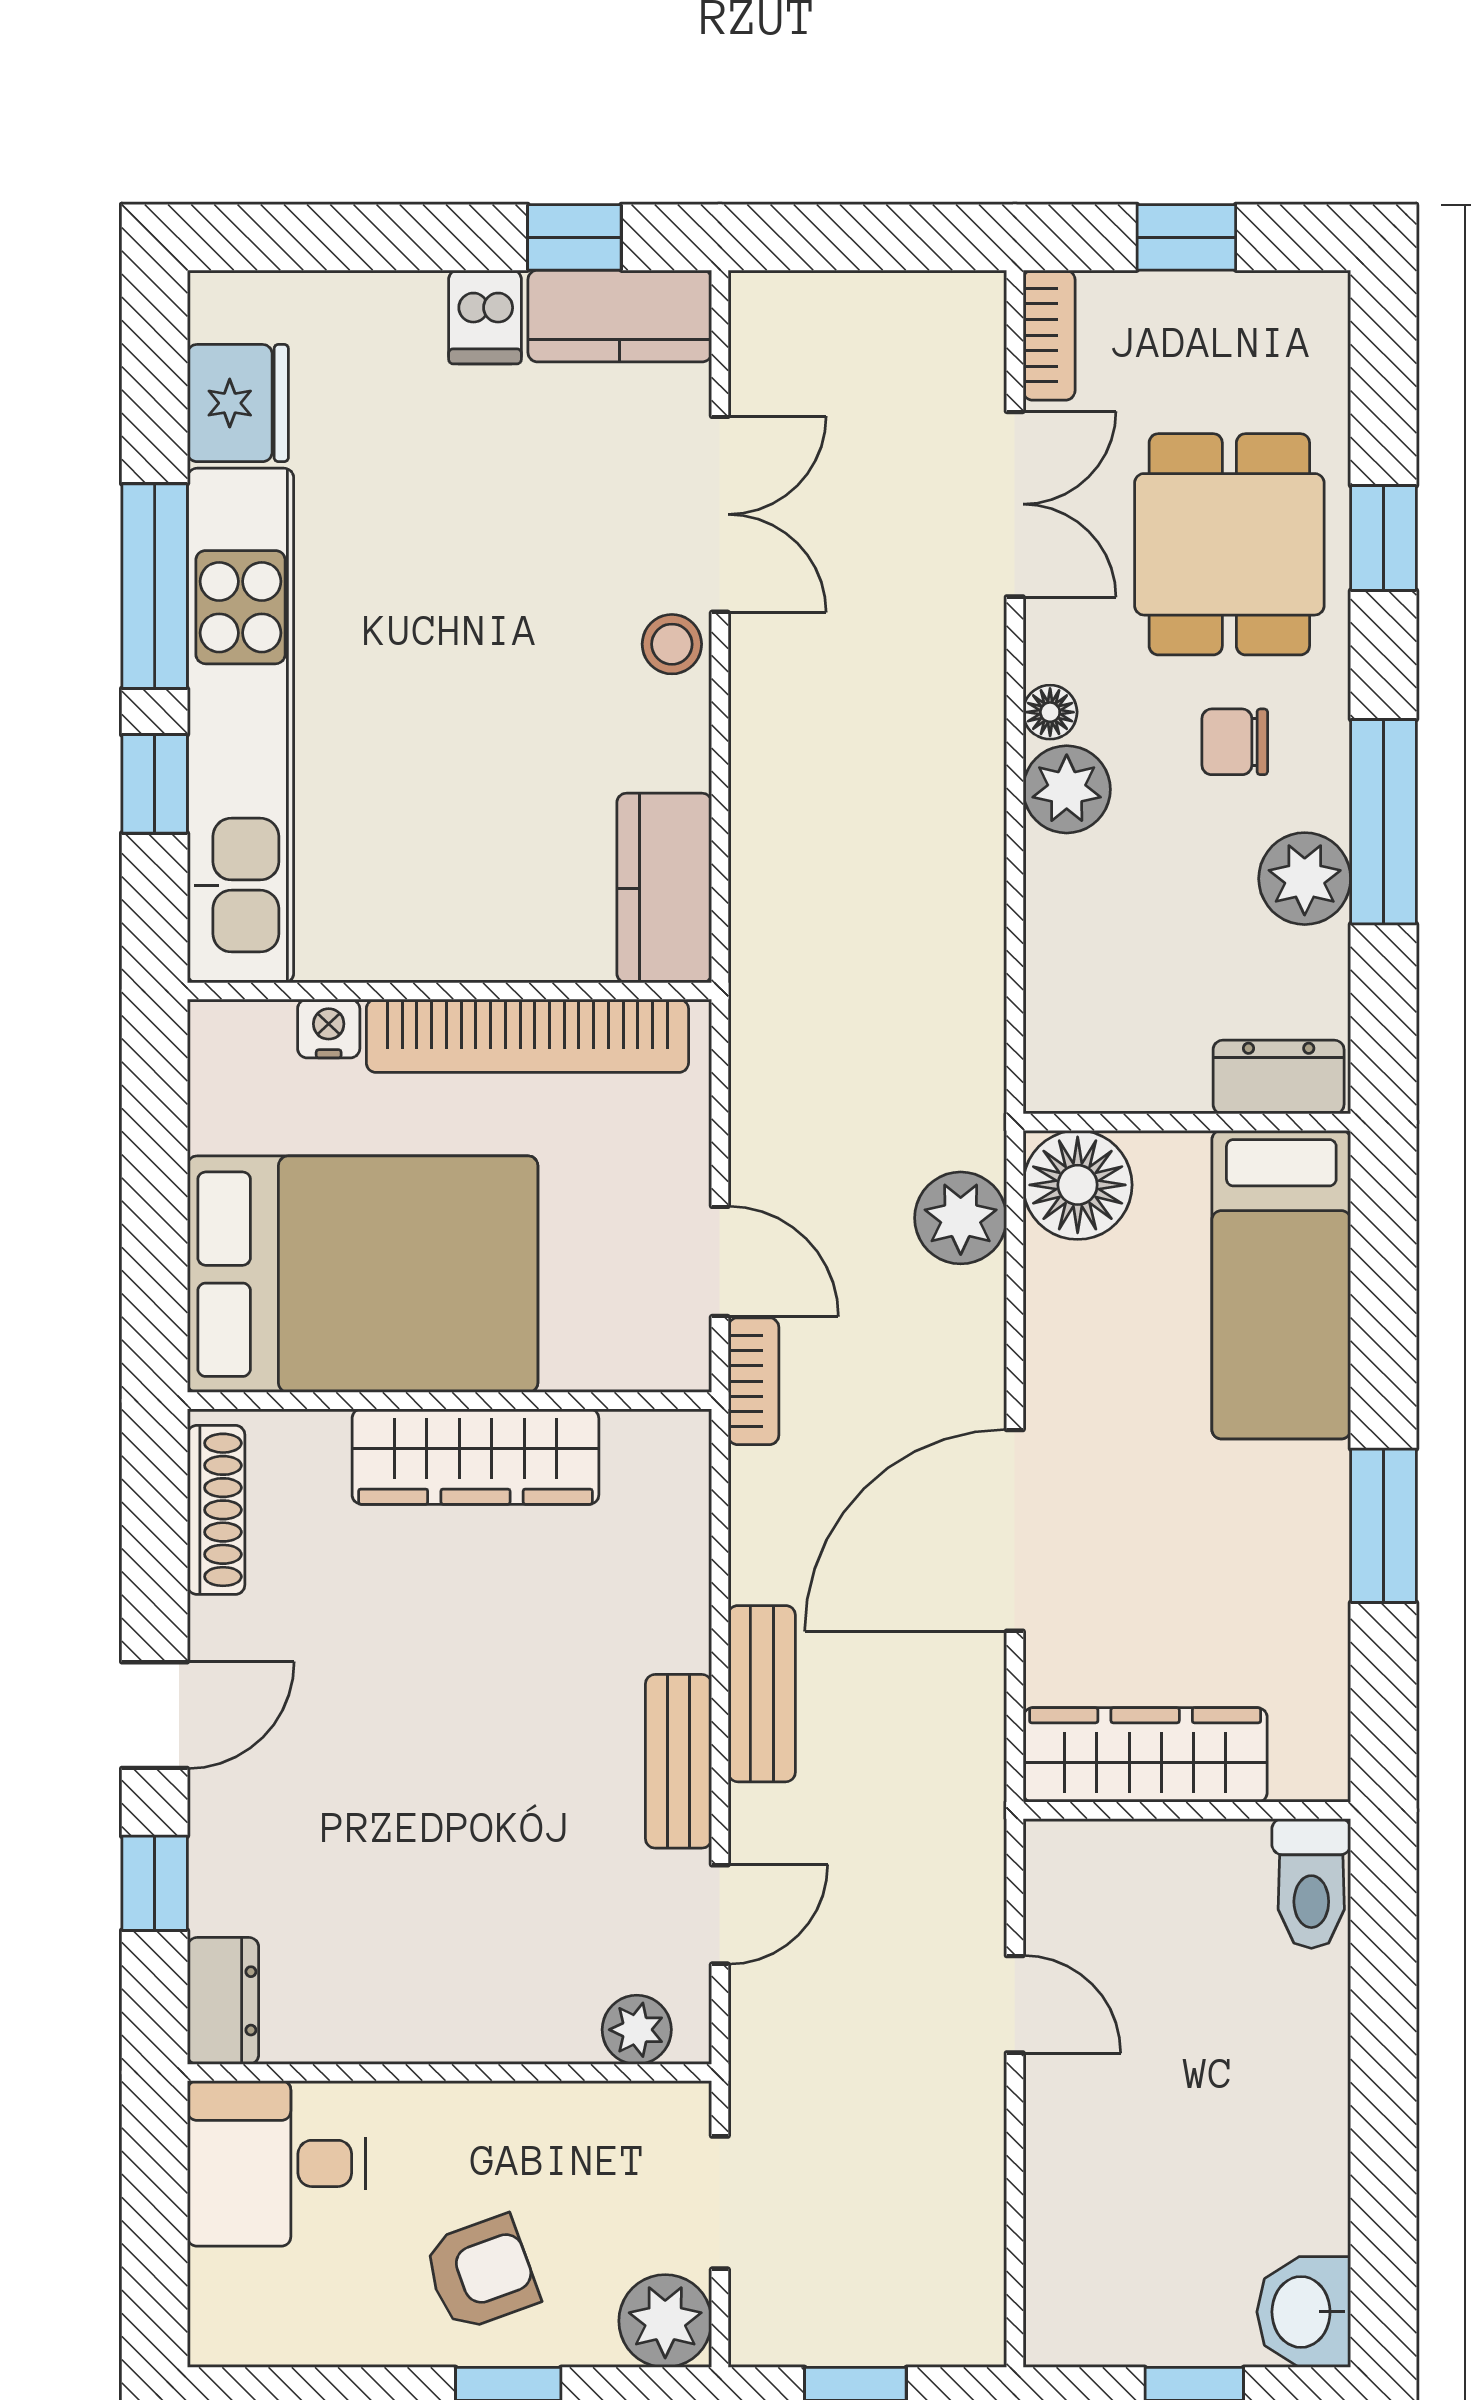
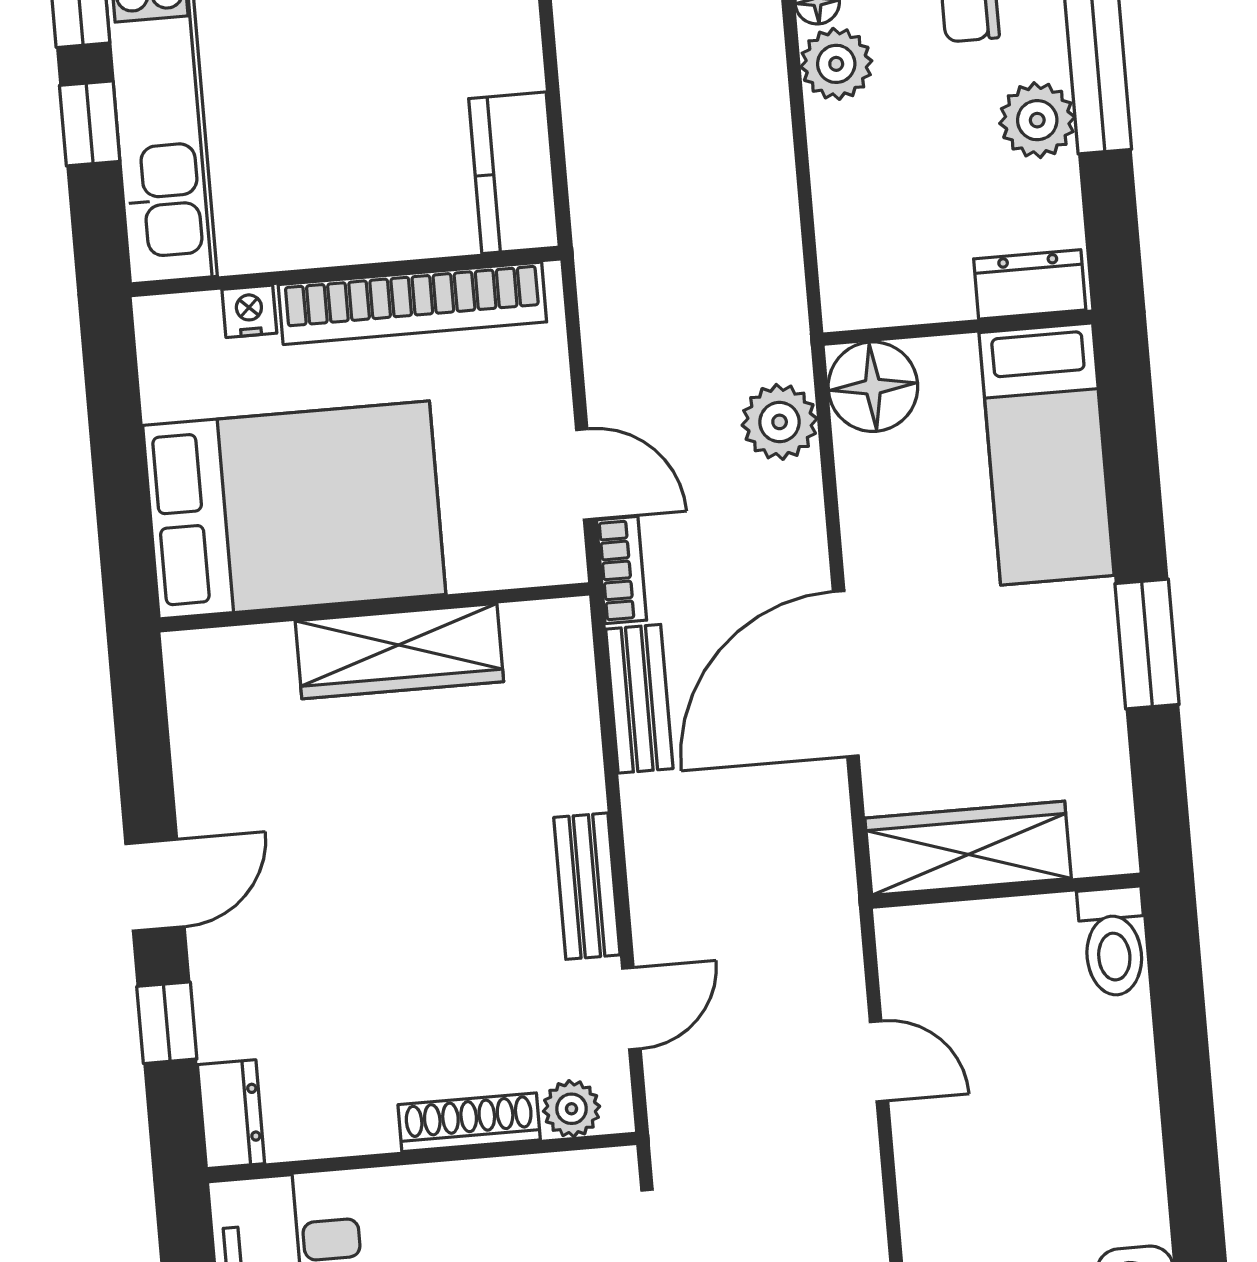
shoe rack: (216, 1510) -> (469, 1122), moved, turned -90
bench: (762, 1694) -> (639, 699), moved

